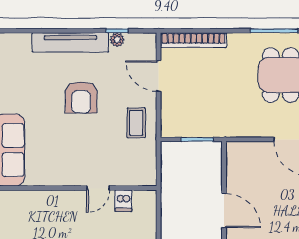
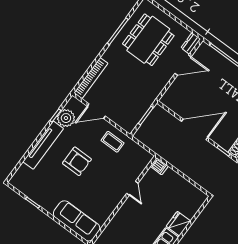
plant: (117, 40) -> (66, 118), width x1.88, depth x1.88
dishwasher: (123, 201) -> (159, 166), moved
door: (224, 211) -> (195, 129), width x1.36

